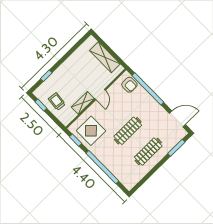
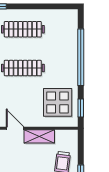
door: (100, 94) -> (15, 128), hinge flipped

